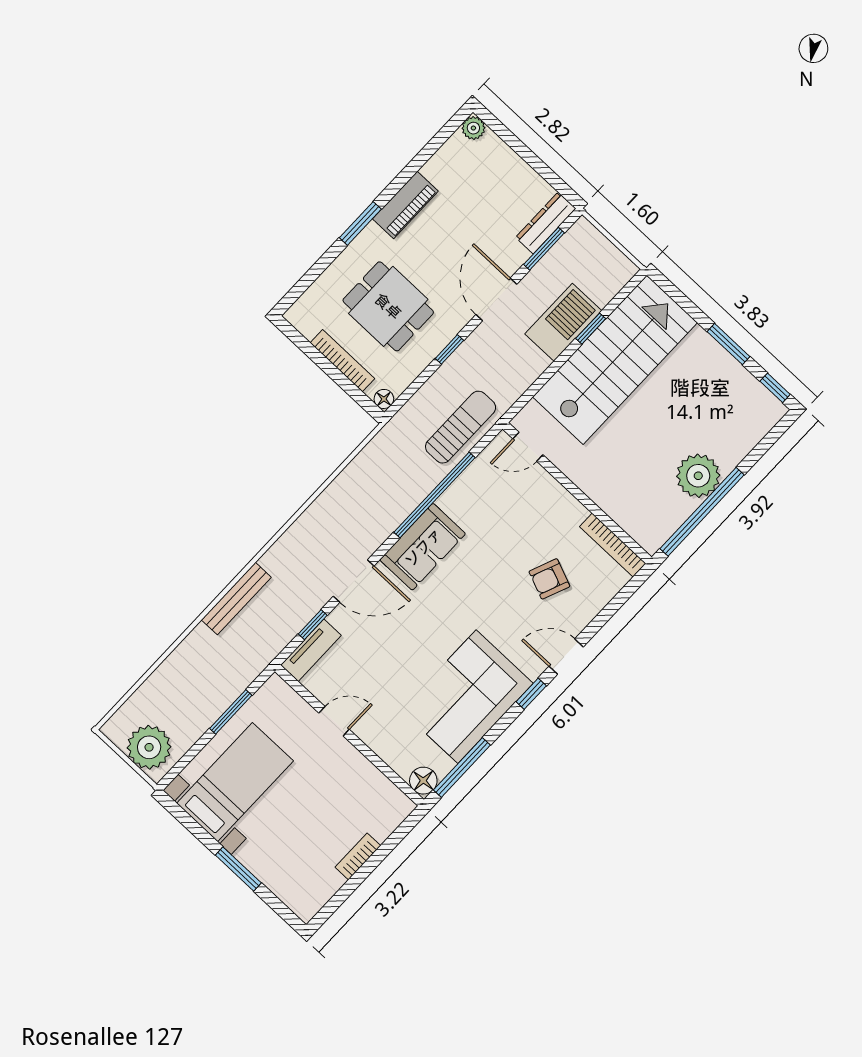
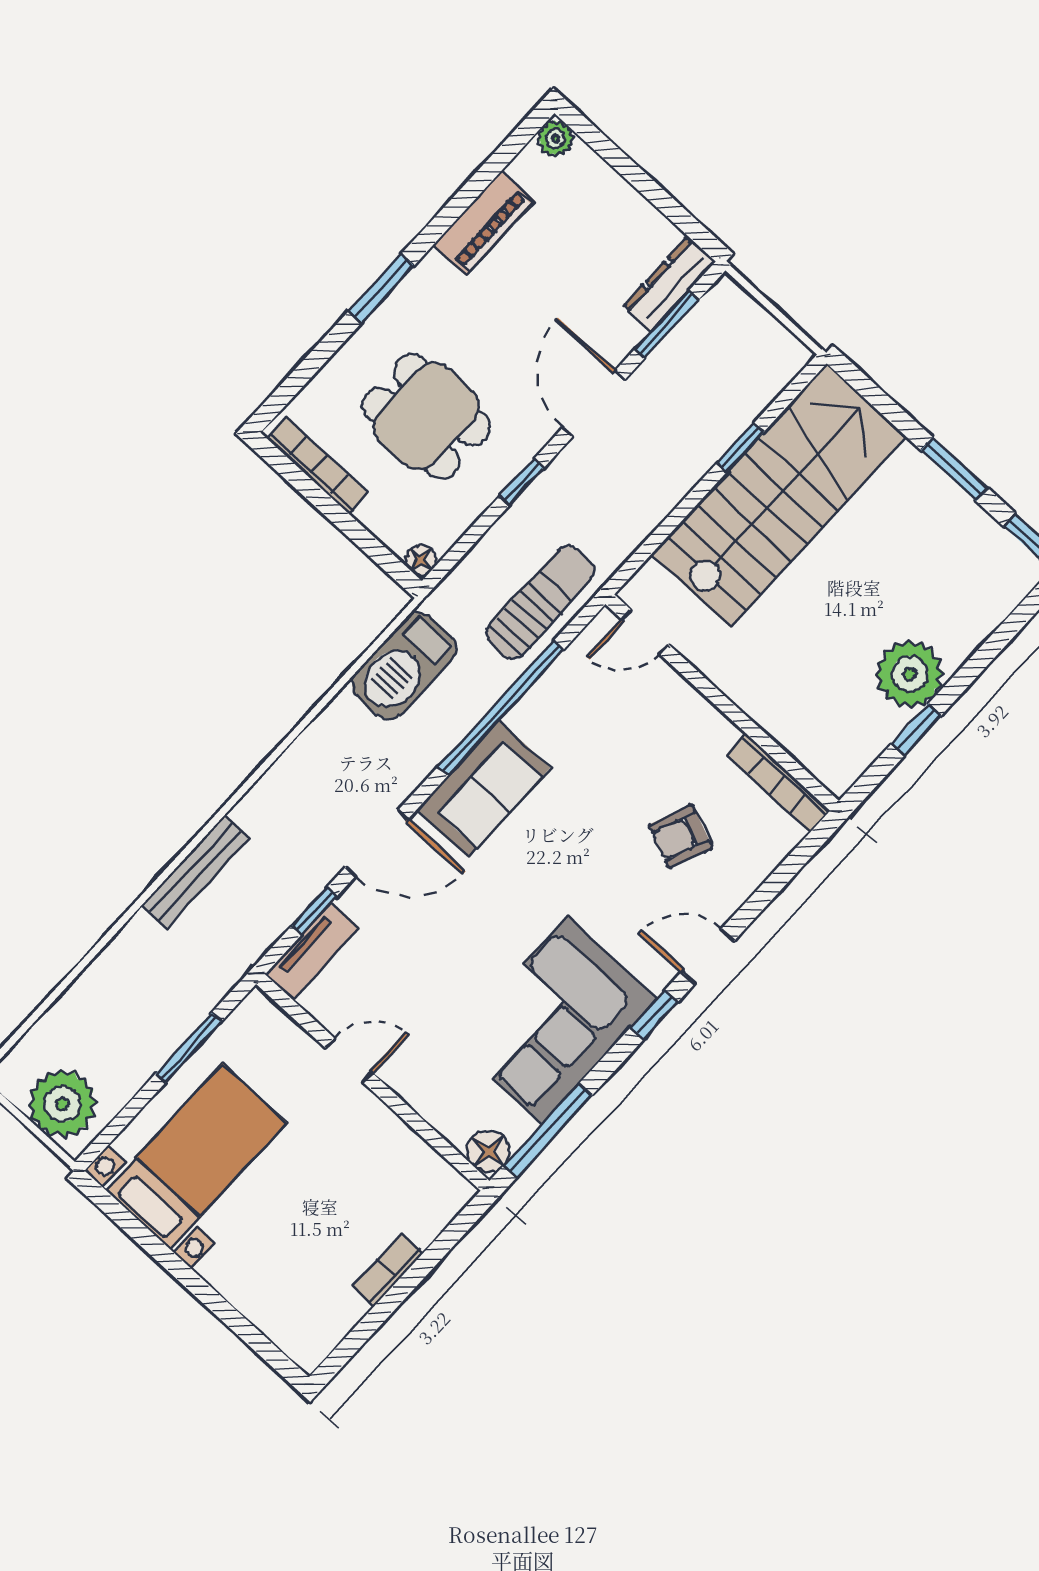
piano: (405, 205) -> (484, 223), moved
barbecue: (563, 322) -> (404, 666), moved, turned 180
bookcase: (342, 361) -> (318, 466), moved
window: (702, 512) -> (916, 730), width x0.32
window: (238, 869) -> (203, 1291), removed

